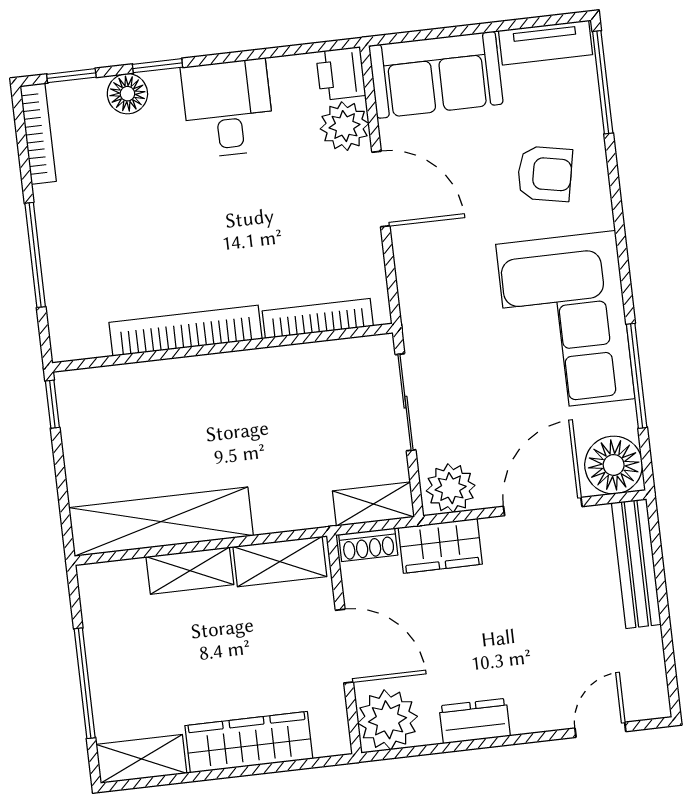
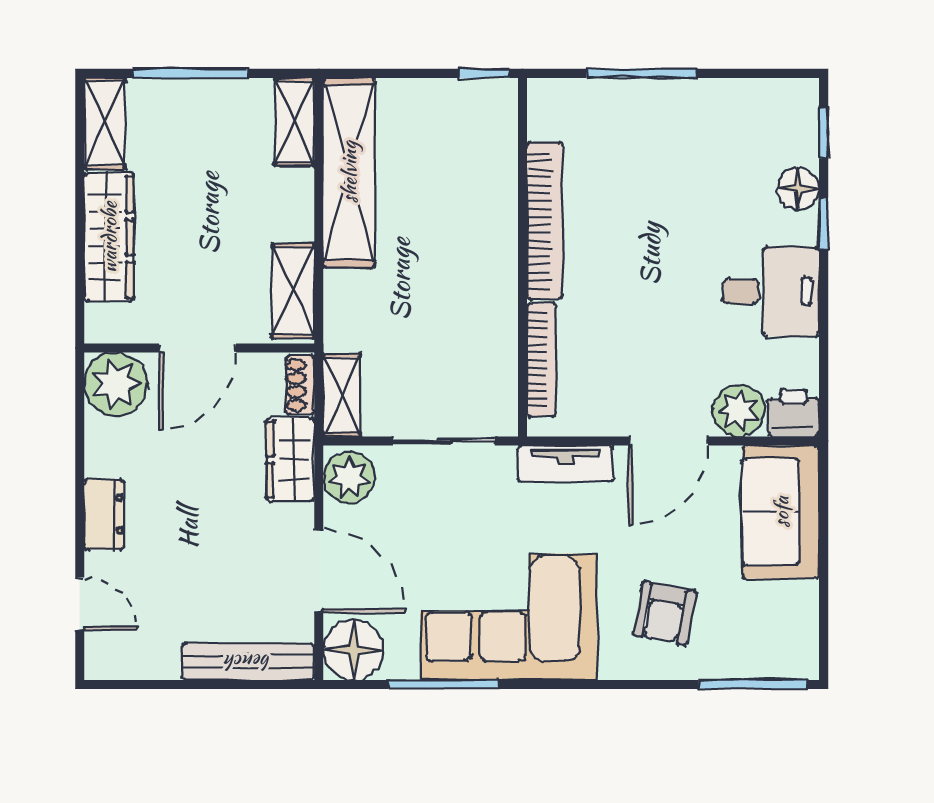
tv unit: (545, 43) -> (565, 464), moved, turned -90
bookcase: (38, 134) -> (767, 91), removed
shelving: (190, 571) -> (295, 122), moved
dresser: (475, 721) -> (104, 514), moved

